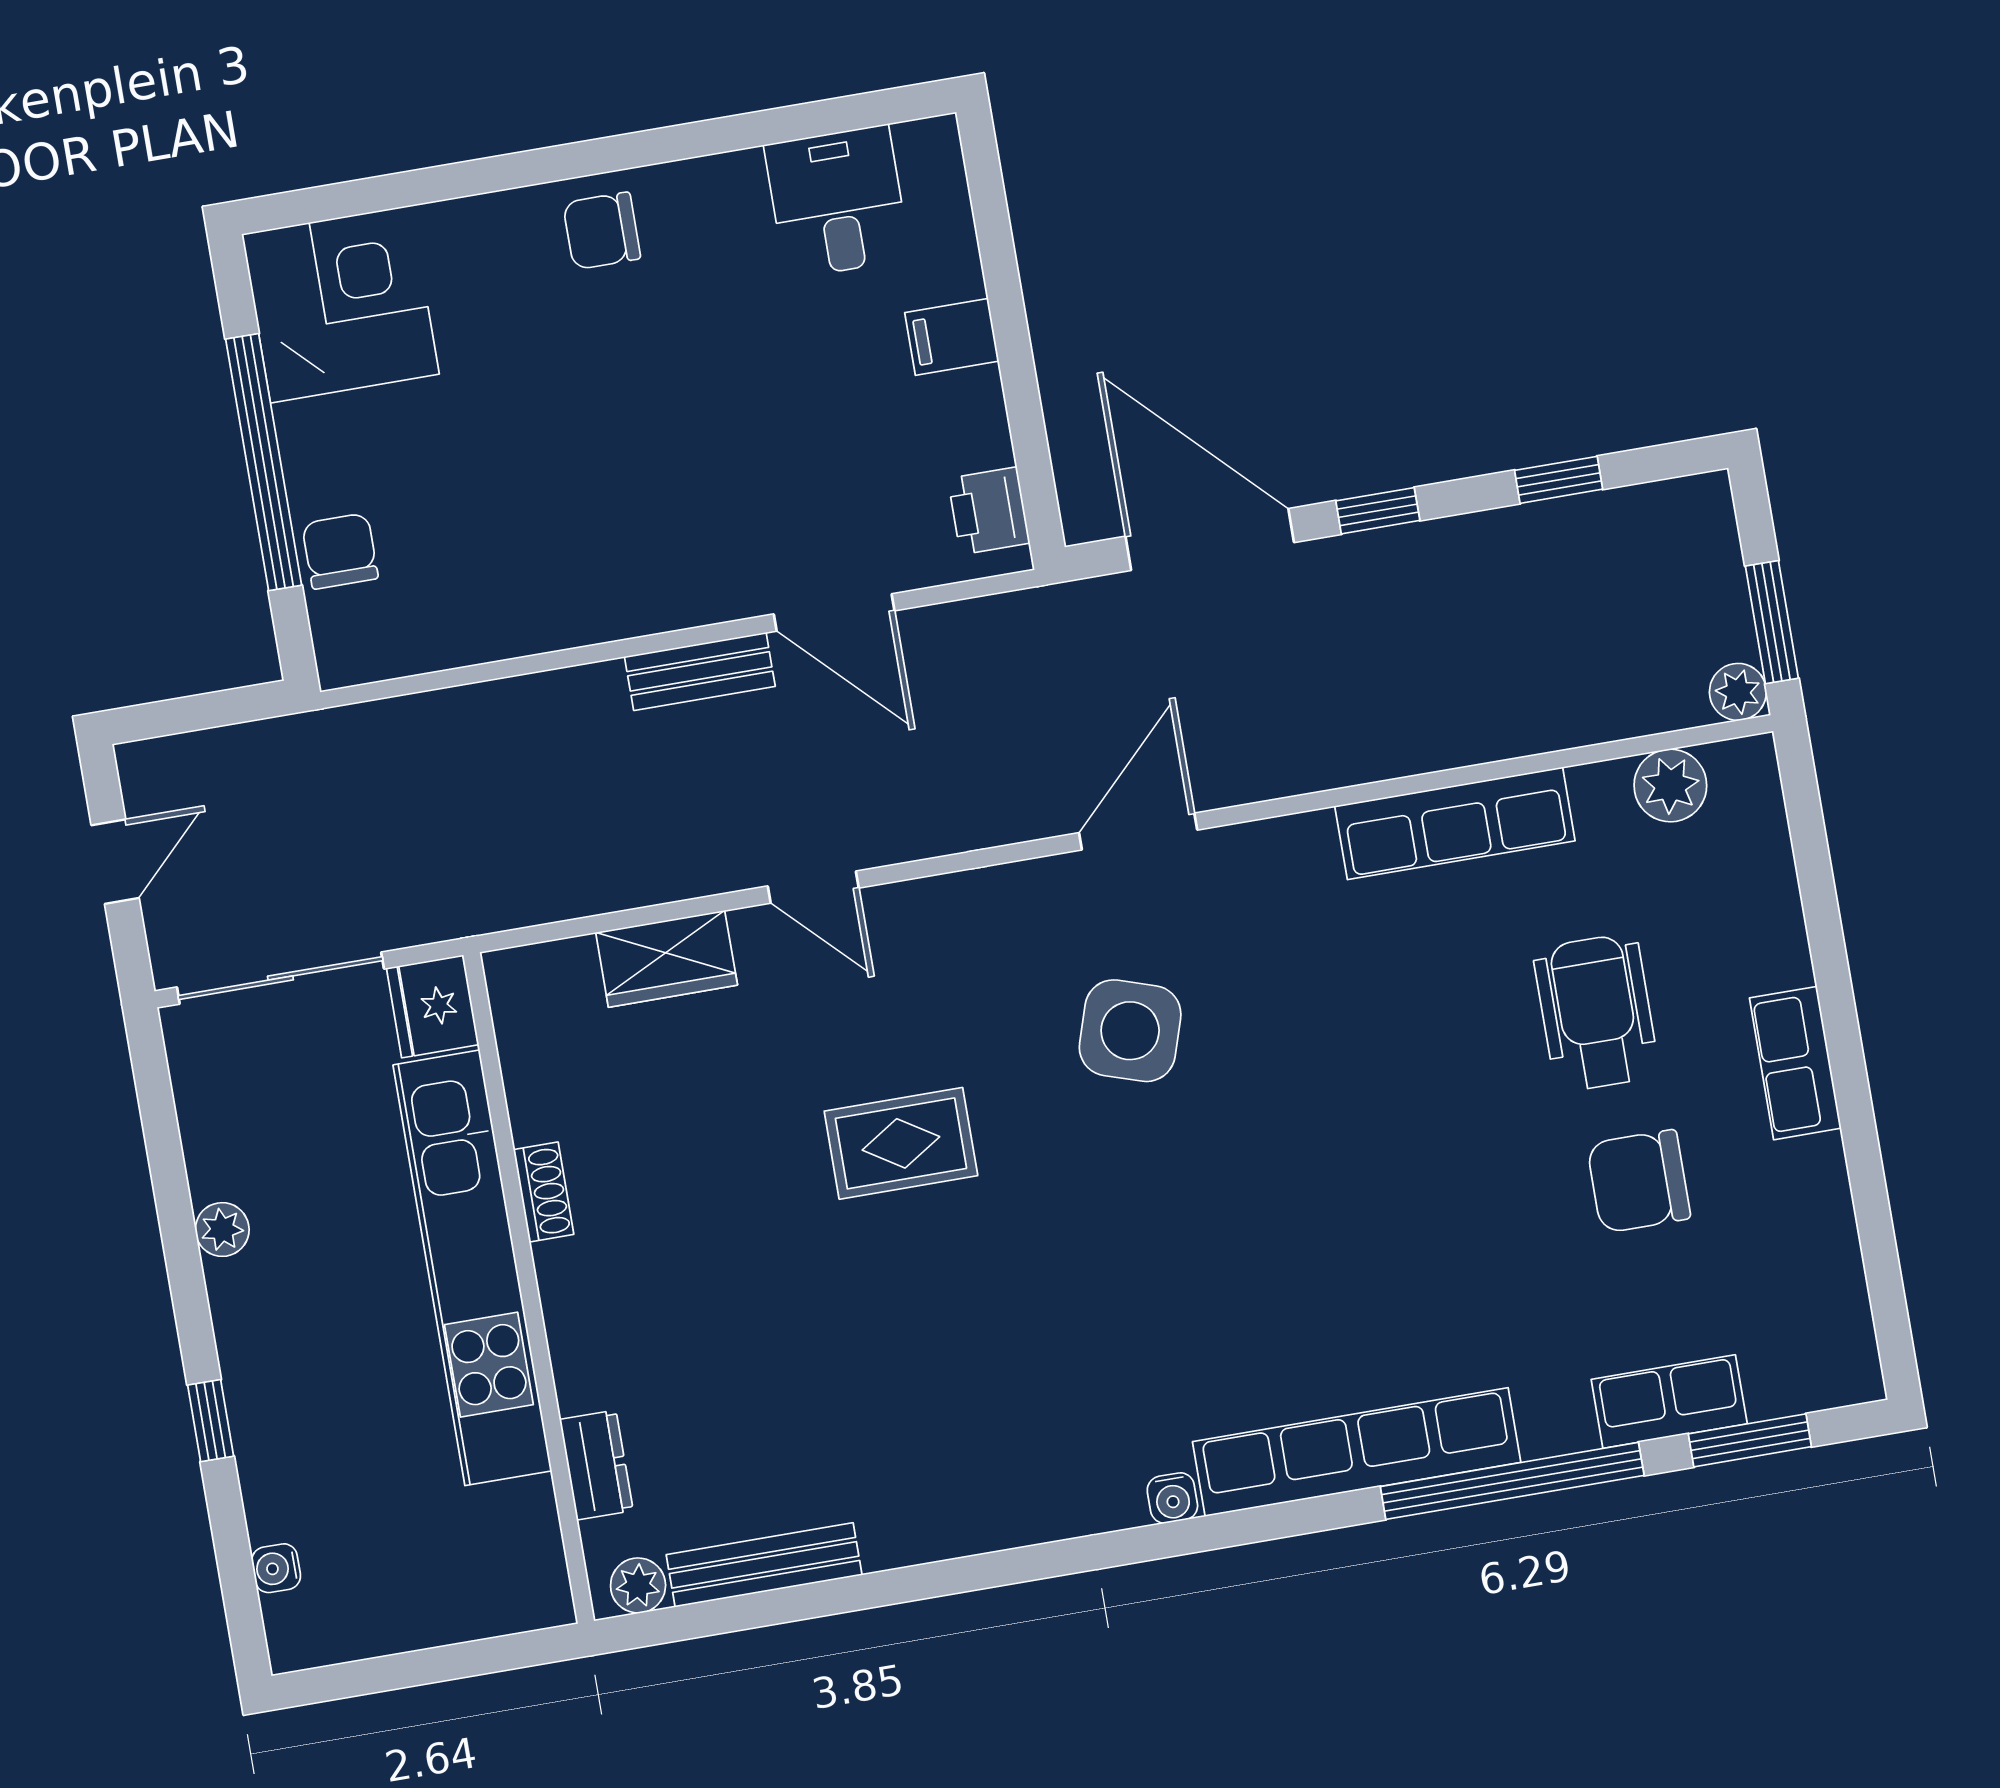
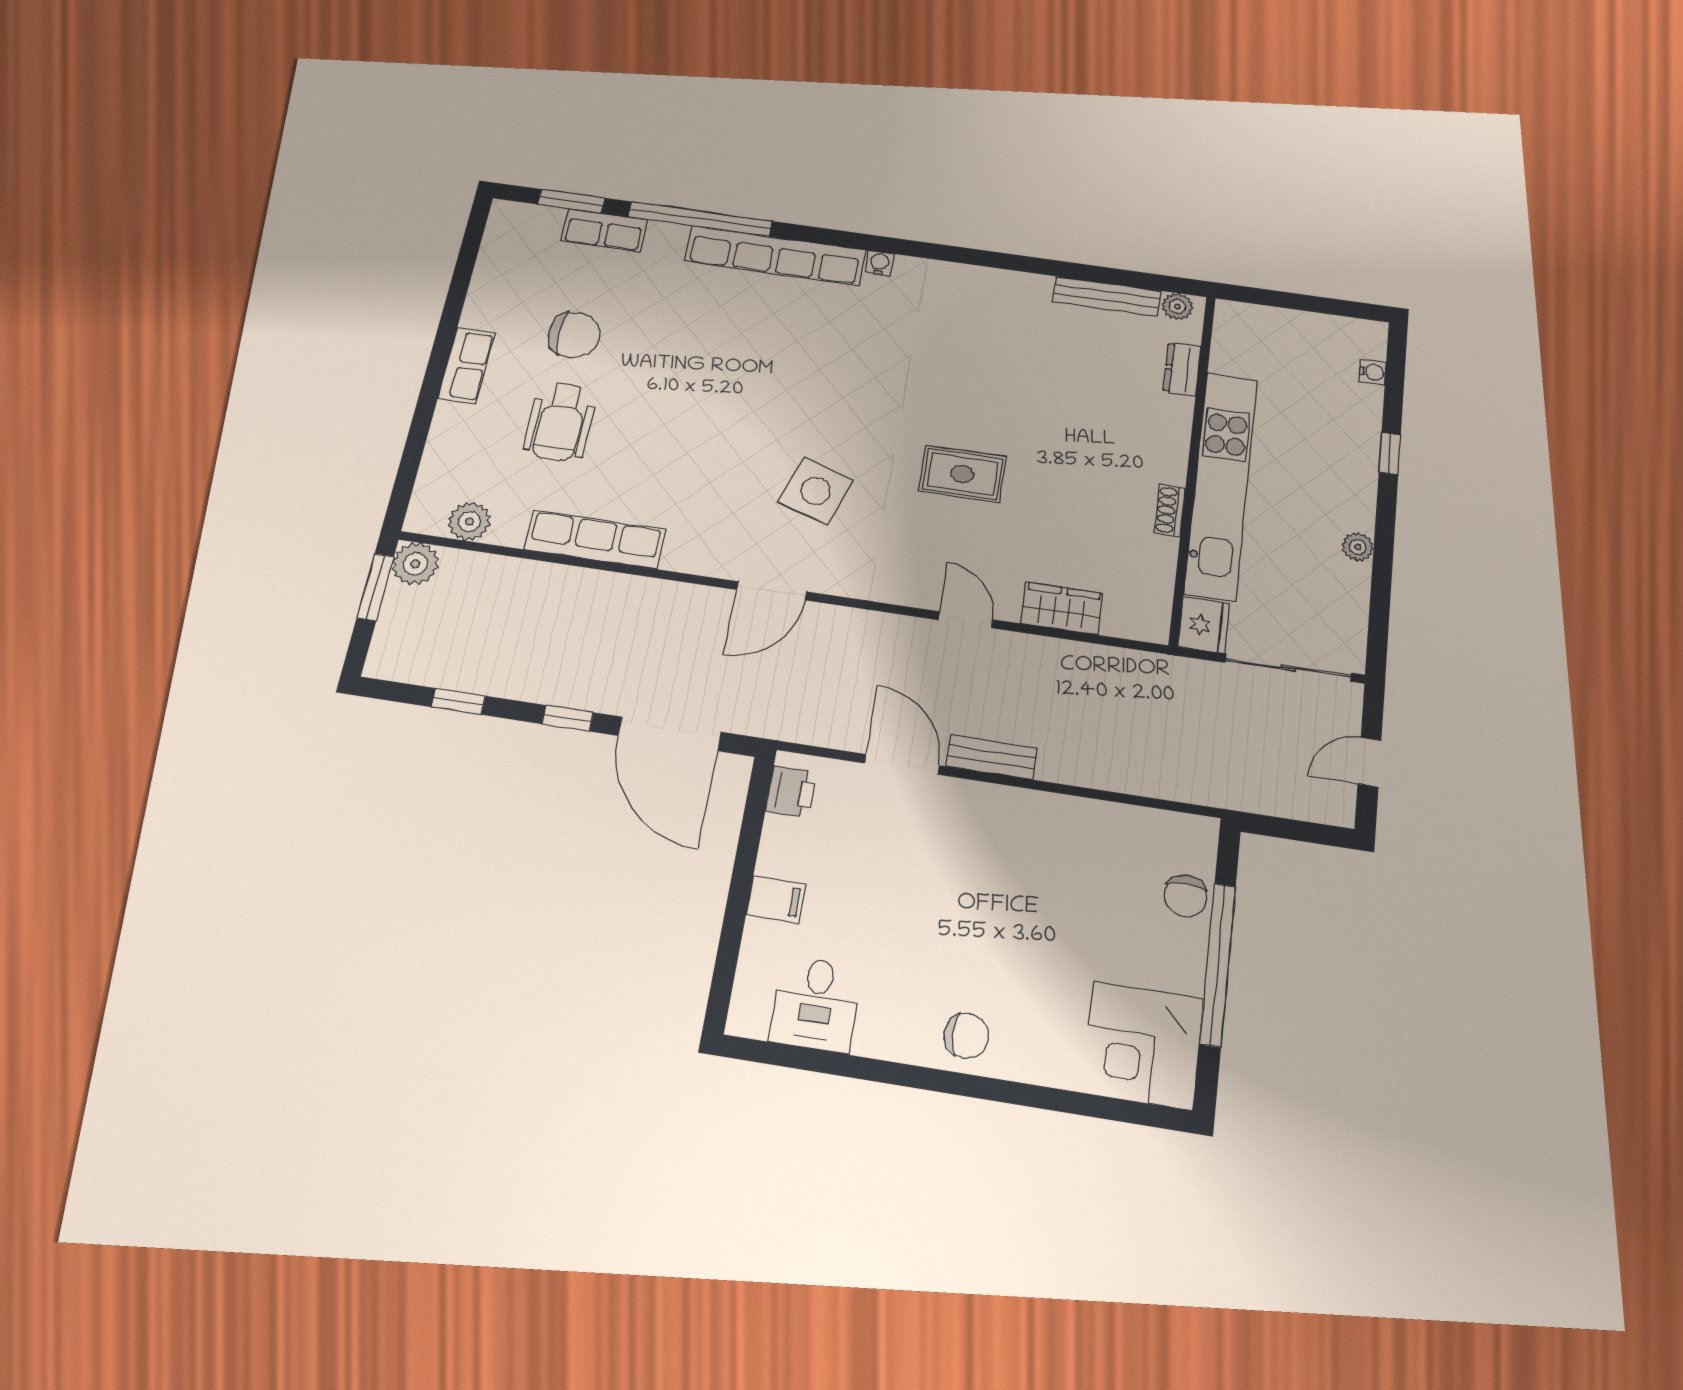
plant: (1738, 692) -> (415, 564), width x1.38, depth x1.38

